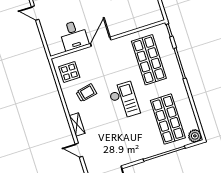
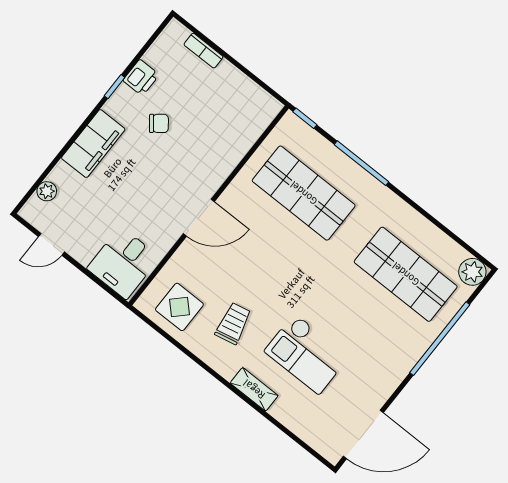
desk: (74, 35) -> (123, 263), moved, turned 90
door: (101, 42) -> (199, 218), swing flipped
checkout: (124, 101) -> (307, 354), moved, turned 180
door: (79, 150) -> (287, 432), removed

